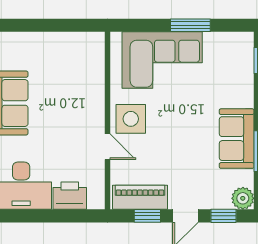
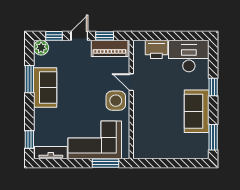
window: (190, 25) -> (105, 163), moved
tv unit: (228, 41) -> (51, 153), added

